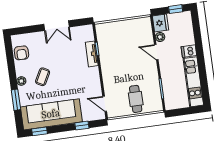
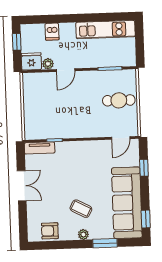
dishwasher: (189, 51) -> (52, 32), moved
armchair: (21, 53) -> (50, 231), turned 180
tv unit: (92, 54) -> (40, 148), moved

